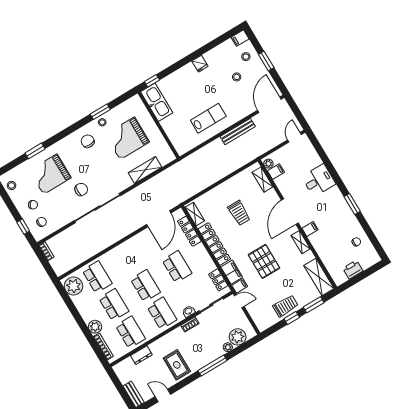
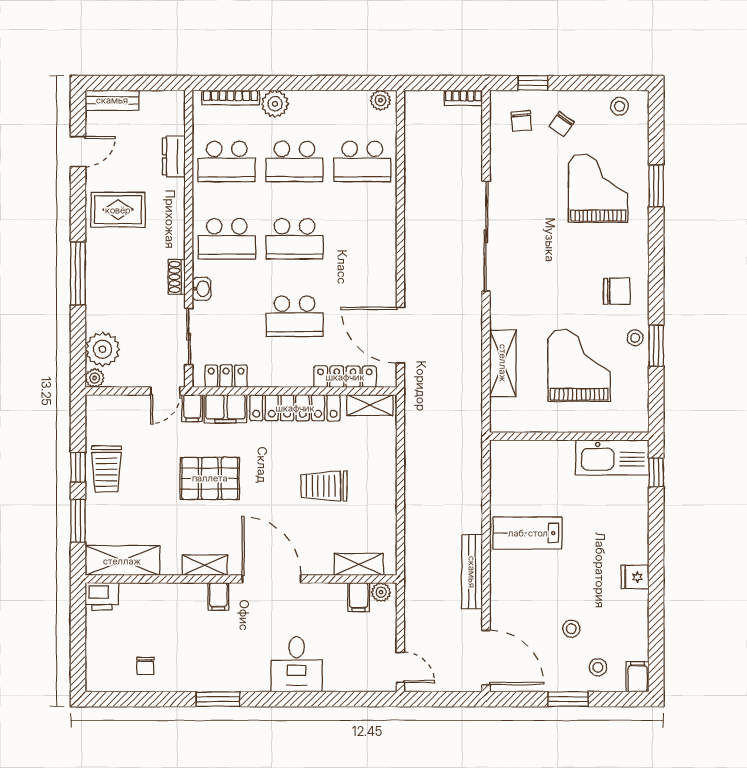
lab bench: (208, 118) -> (528, 533), turned 90
chair: (81, 189) -> (537, 227), removed
printer: (353, 270) -> (102, 596), moved, turned 90
plant: (73, 286) -> (380, 100), width x0.53, depth x0.53
plant: (228, 347) -> (95, 378), moved

